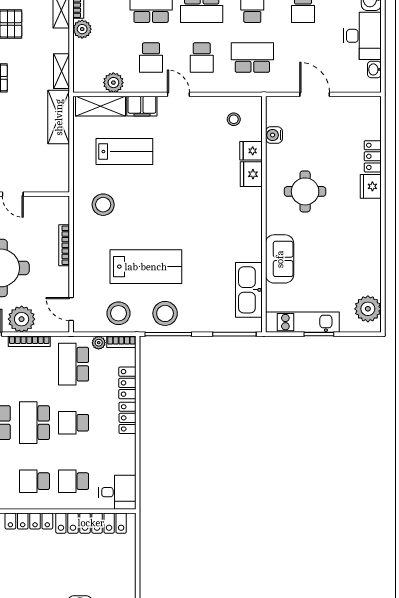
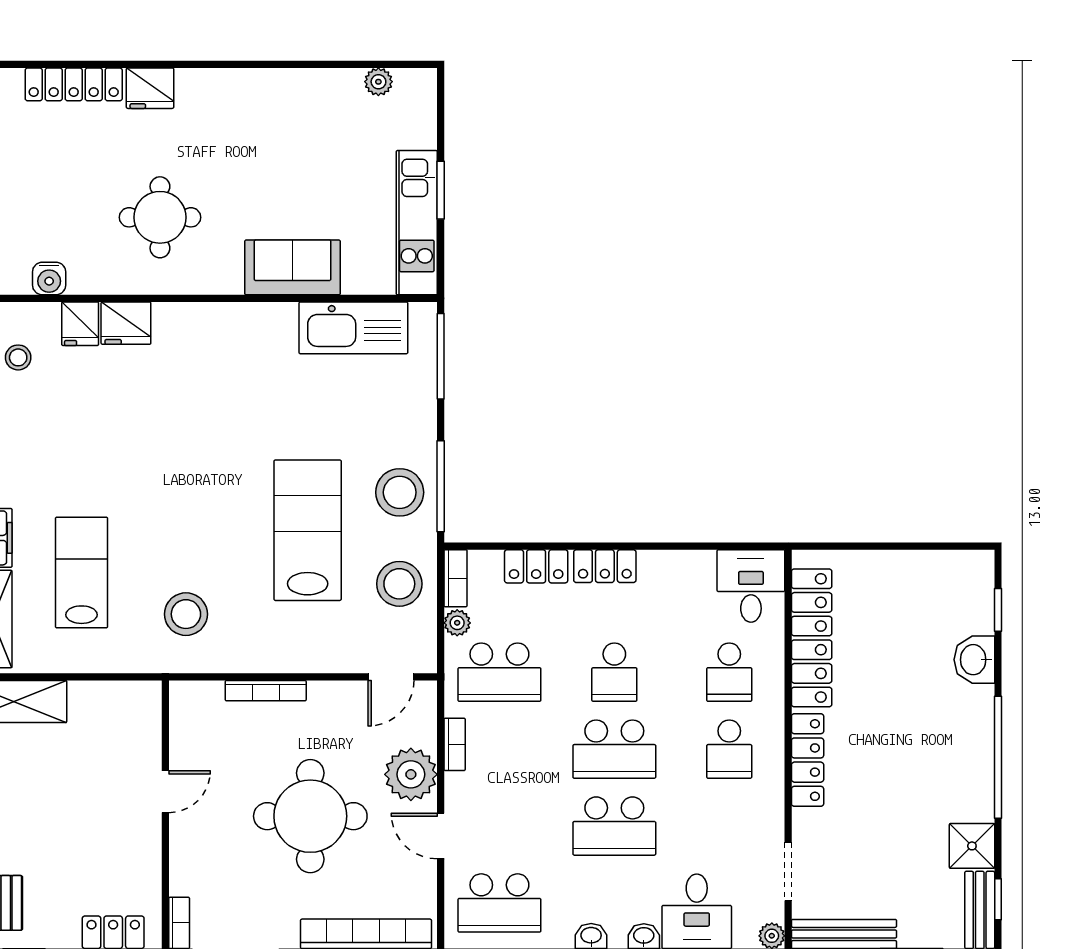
locker: (373, 156) -> (74, 84), width x1.53
plant: (368, 309) -> (378, 82), width x0.53, depth x0.53
bookcase: (29, 341) -> (455, 744), width x0.64

